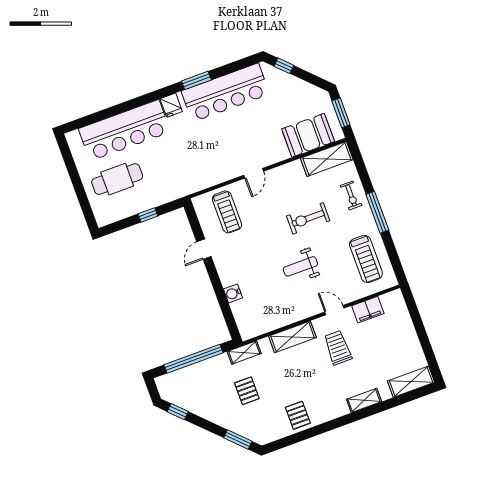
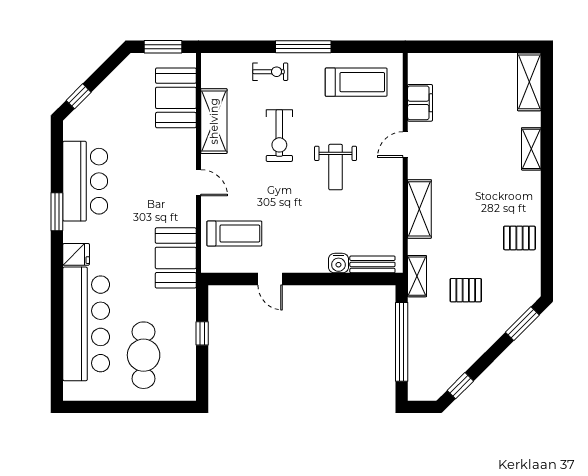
bar counter: (225, 93) -> (85, 181), width x0.73
shelving: (327, 159) -> (214, 121), moved
booth: (194, 177) -> (176, 258), added
bench: (241, 318) -> (372, 264), added
trolley: (338, 348) -> (454, 158), removed

